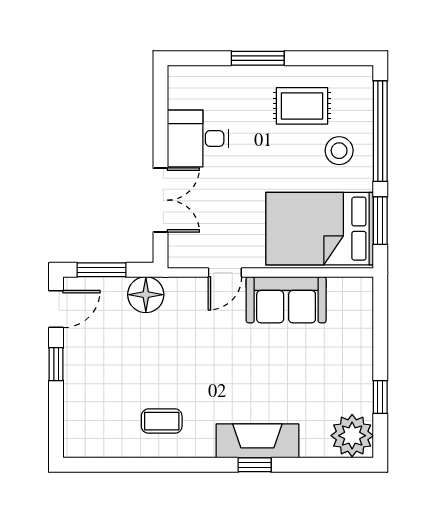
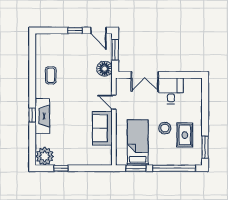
window: (258, 58) -> (205, 147), moved
stool: (339, 151) -> (165, 128), moved
bed: (320, 229) -> (138, 143), width x0.67

